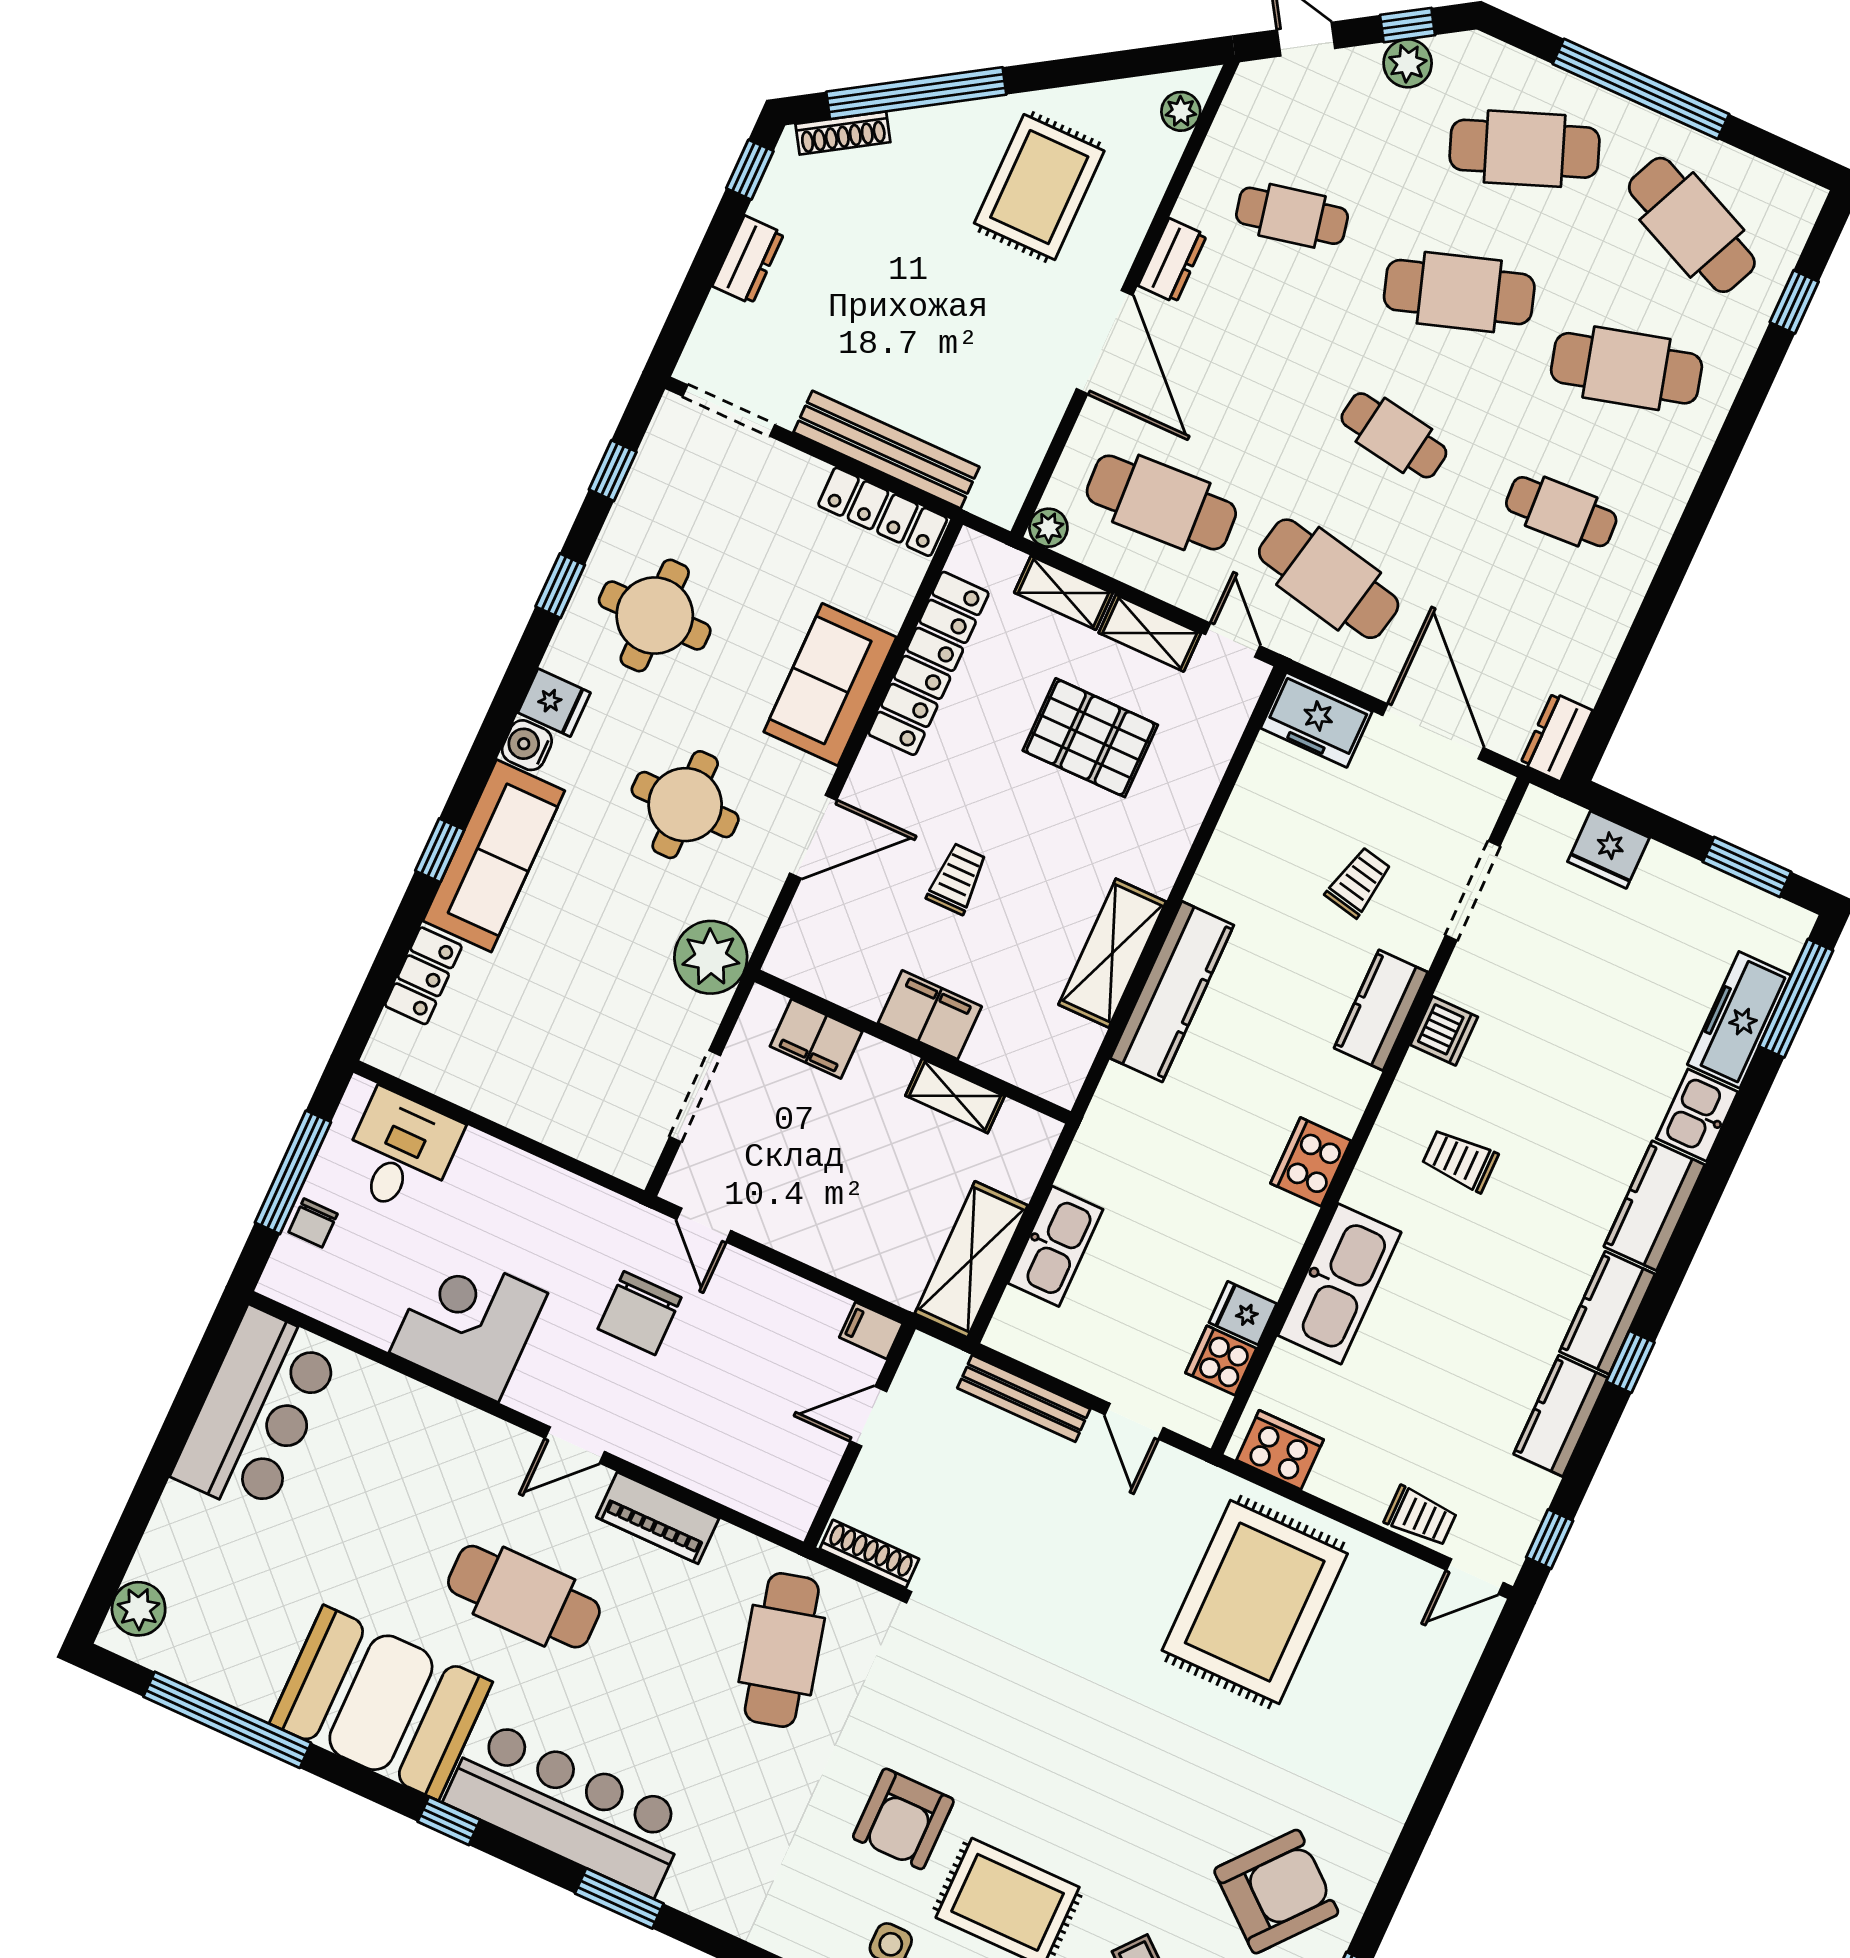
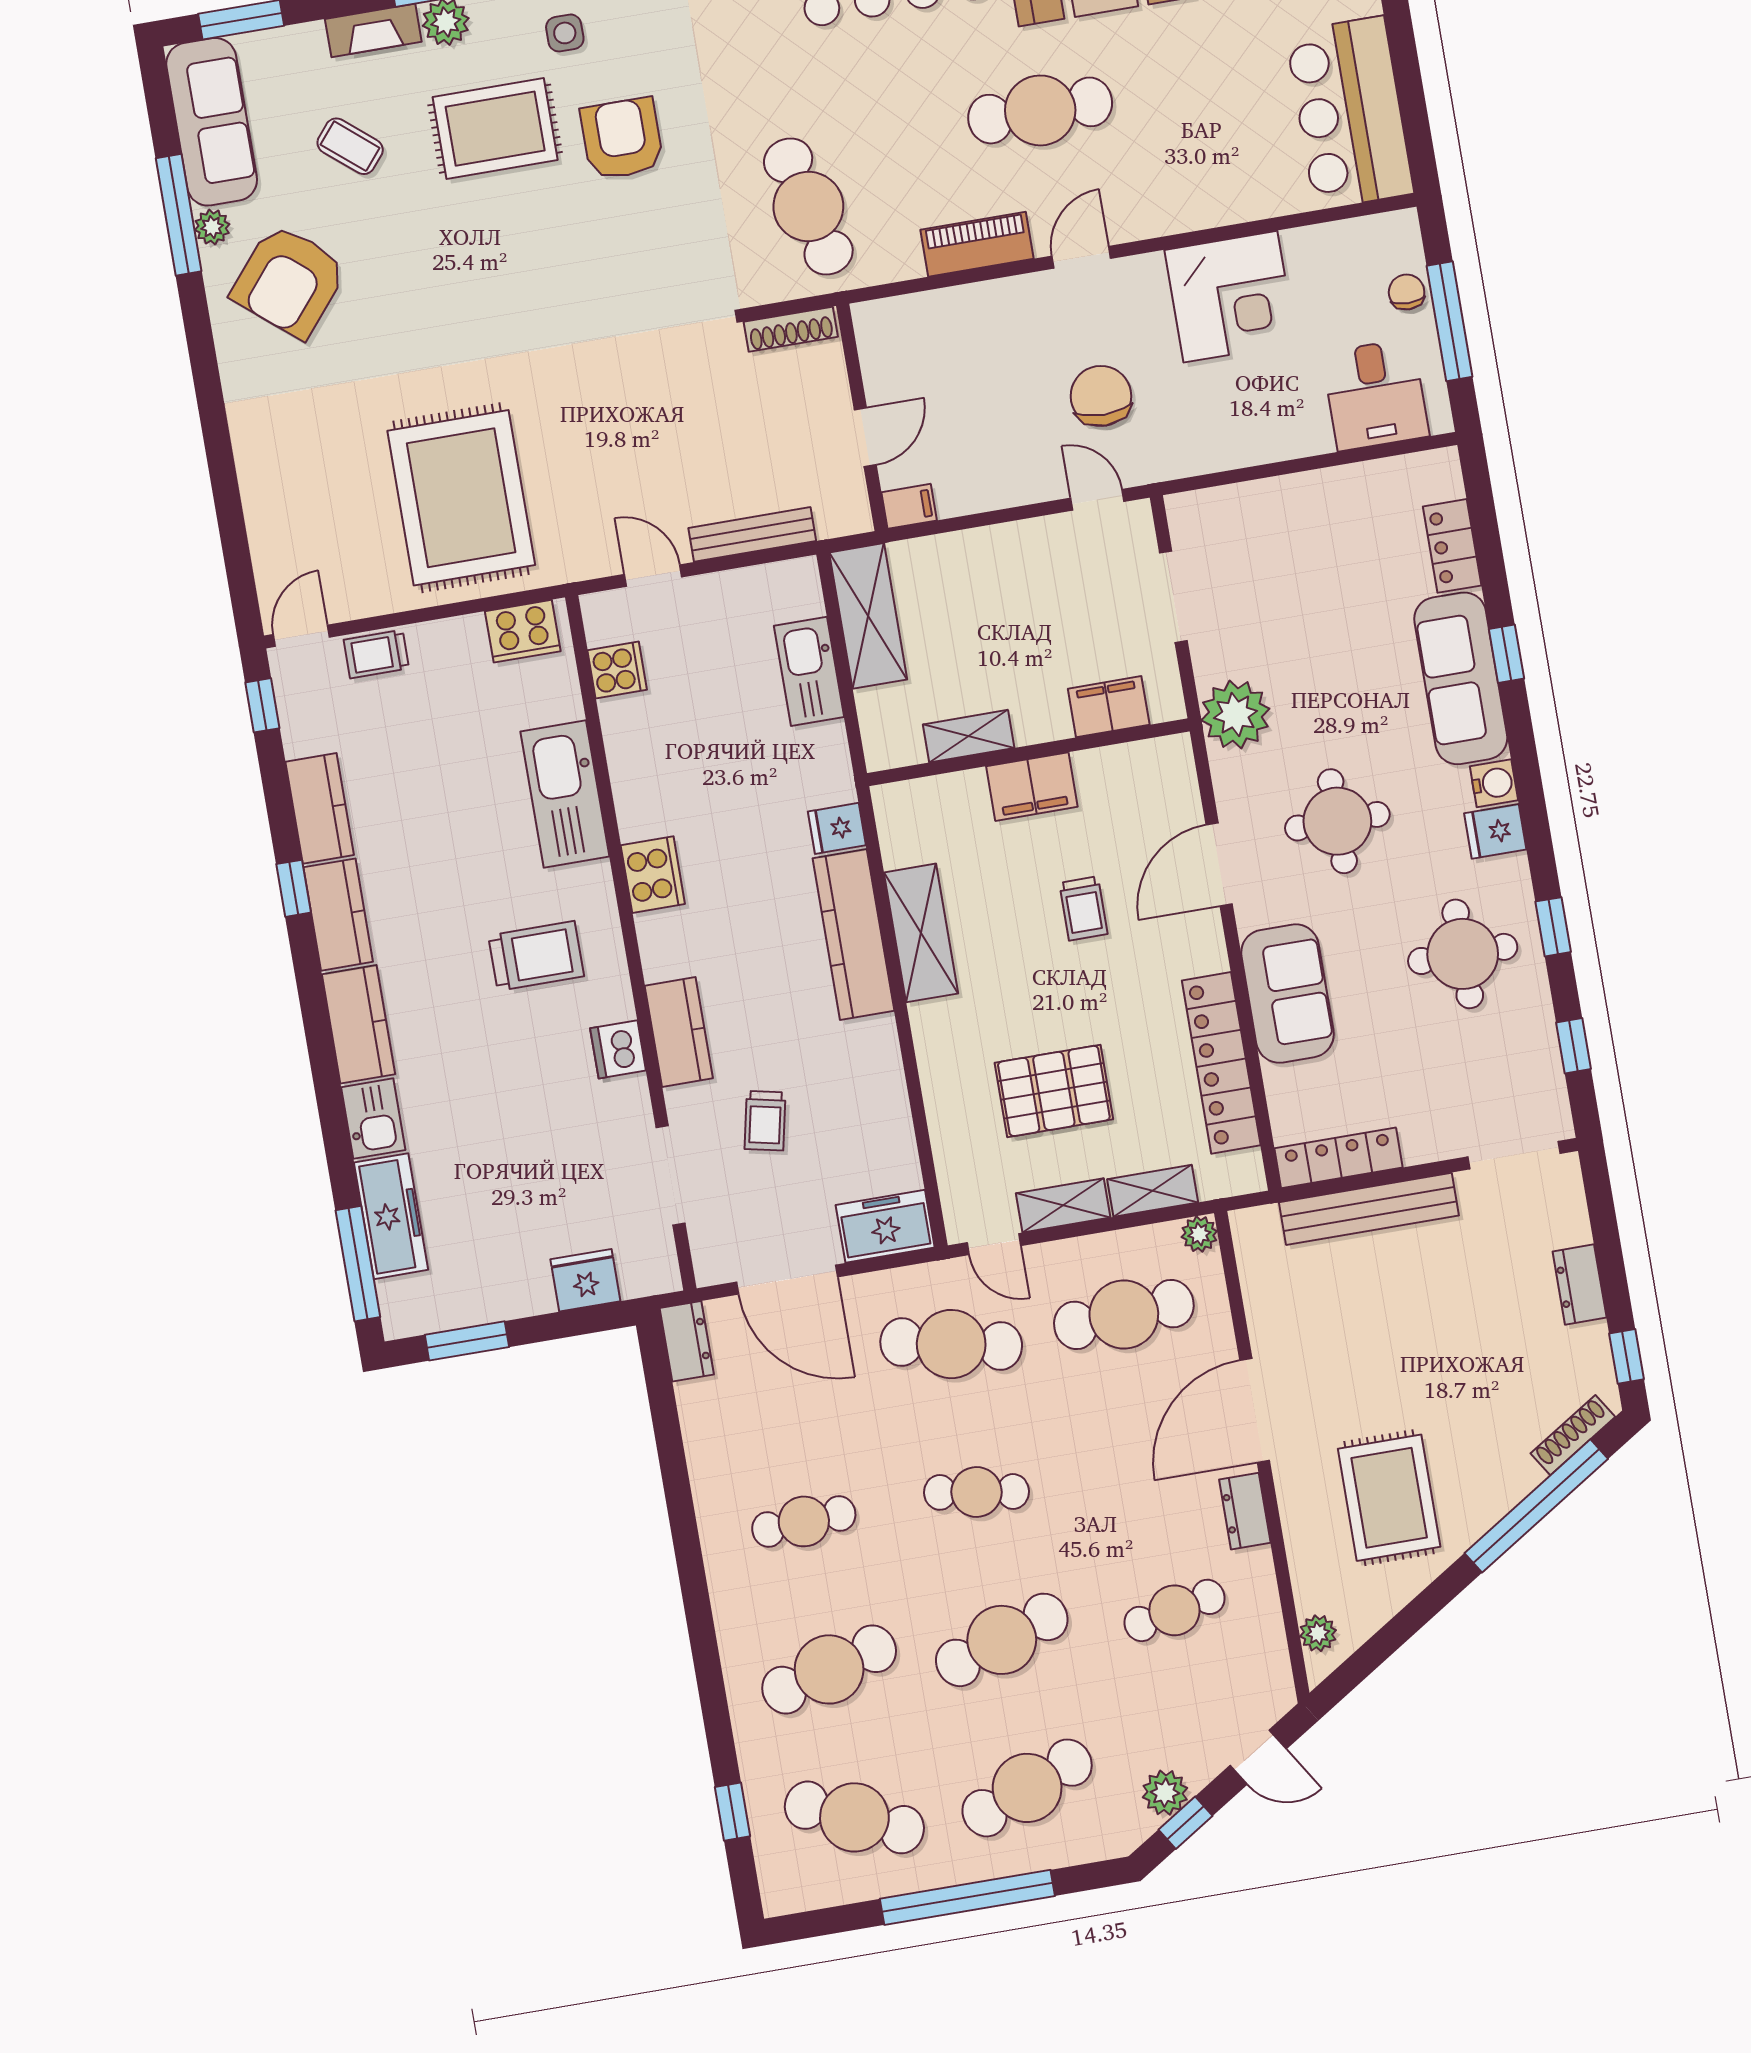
door: (1105, 342) -> (1255, 1411), hinge flipped
trolley: (1460, 1160) -> (536, 956), width x1.36, depth x1.39
fridge: (1243, 1313) -> (837, 828), moved, turned 180

